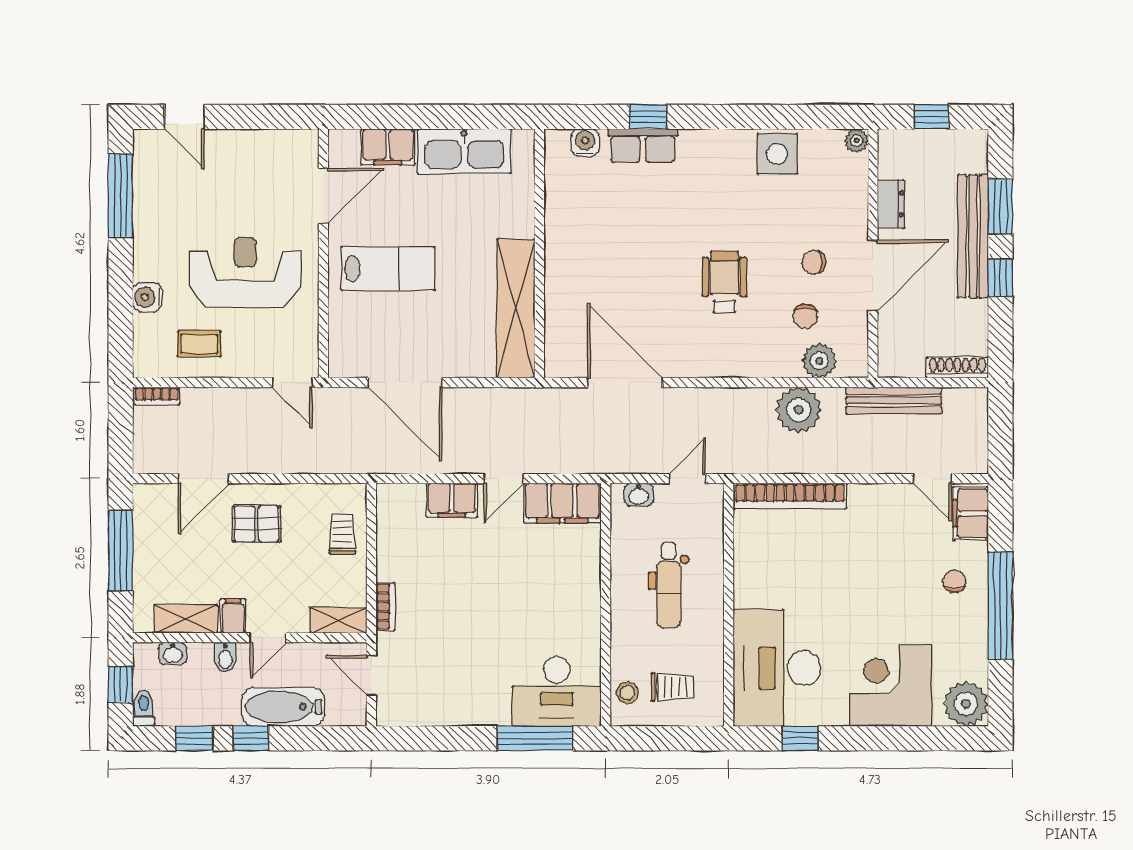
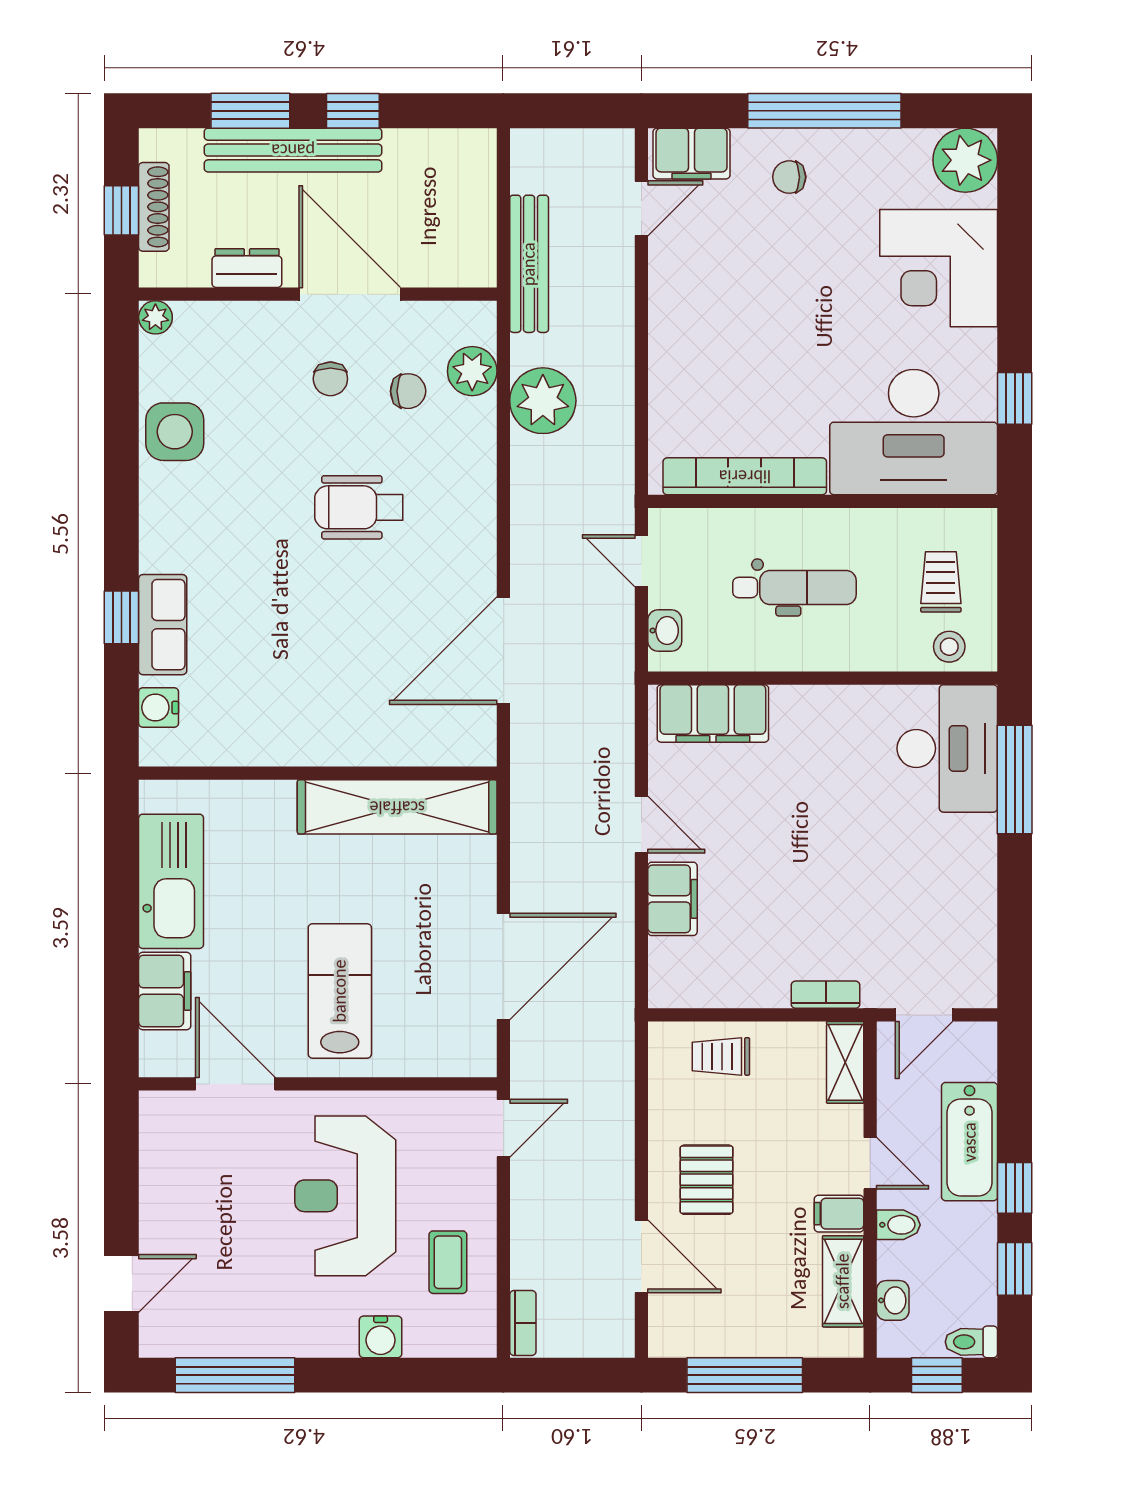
shoe rack: (957, 367) -> (154, 207), moved, turned 180
bookcase: (790, 496) -> (745, 476), moved, turned -90
filing cabinet: (562, 503) -> (713, 714), moved, turned 90

